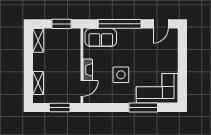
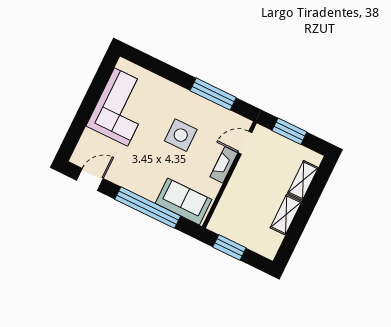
shelving: (38, 40) -> (286, 215), moved
corner sofa: (157, 88) -> (121, 107), moved, turned -90
window: (143, 107) -> (213, 94), moved

